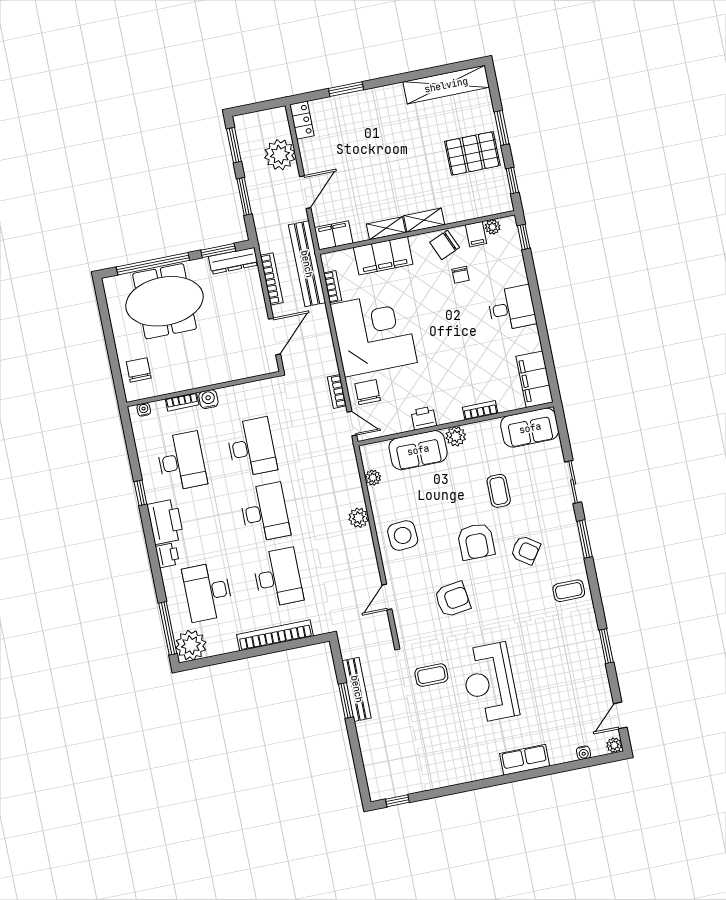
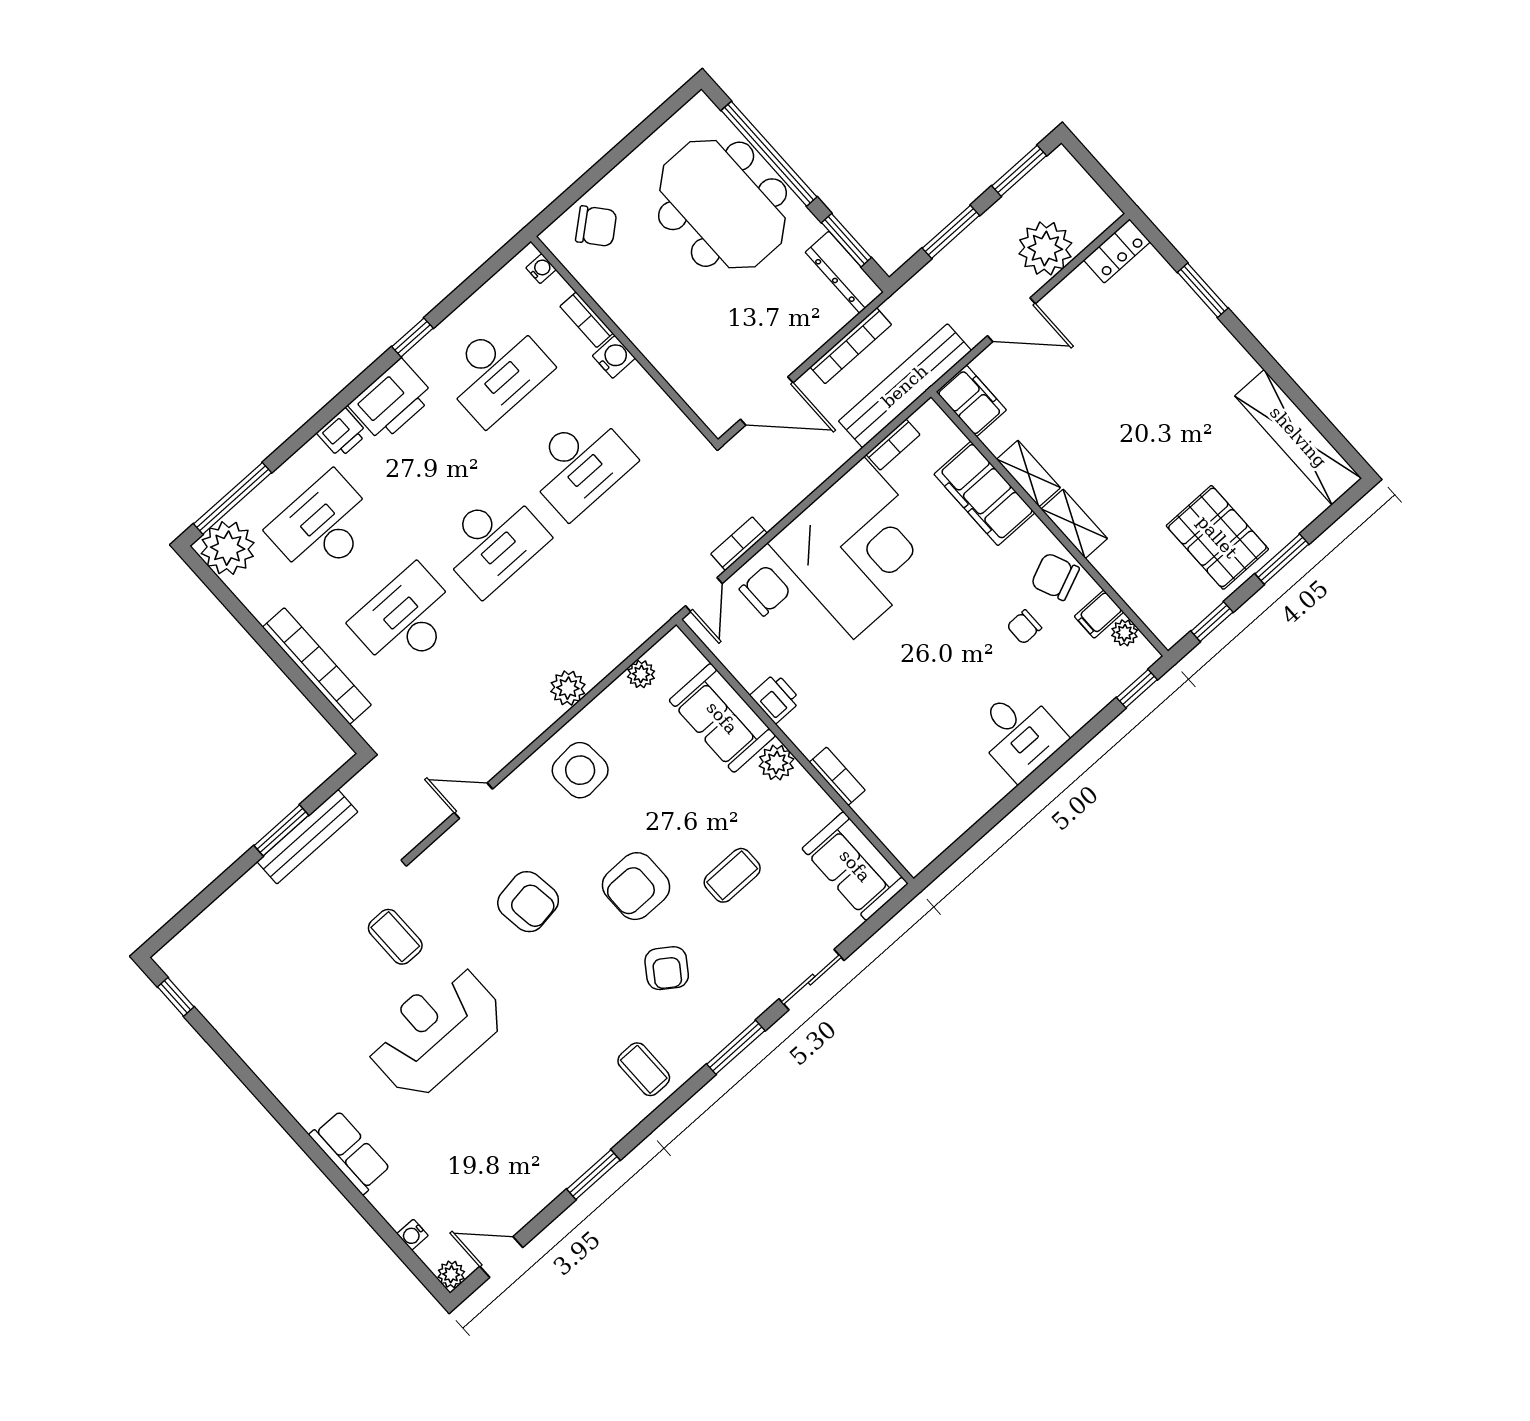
chair: (139, 370) -> (596, 226), turned 50
filing cabinet: (534, 379) -> (932, 831), removed
desk: (278, 578) -> (406, 619), turned 180

